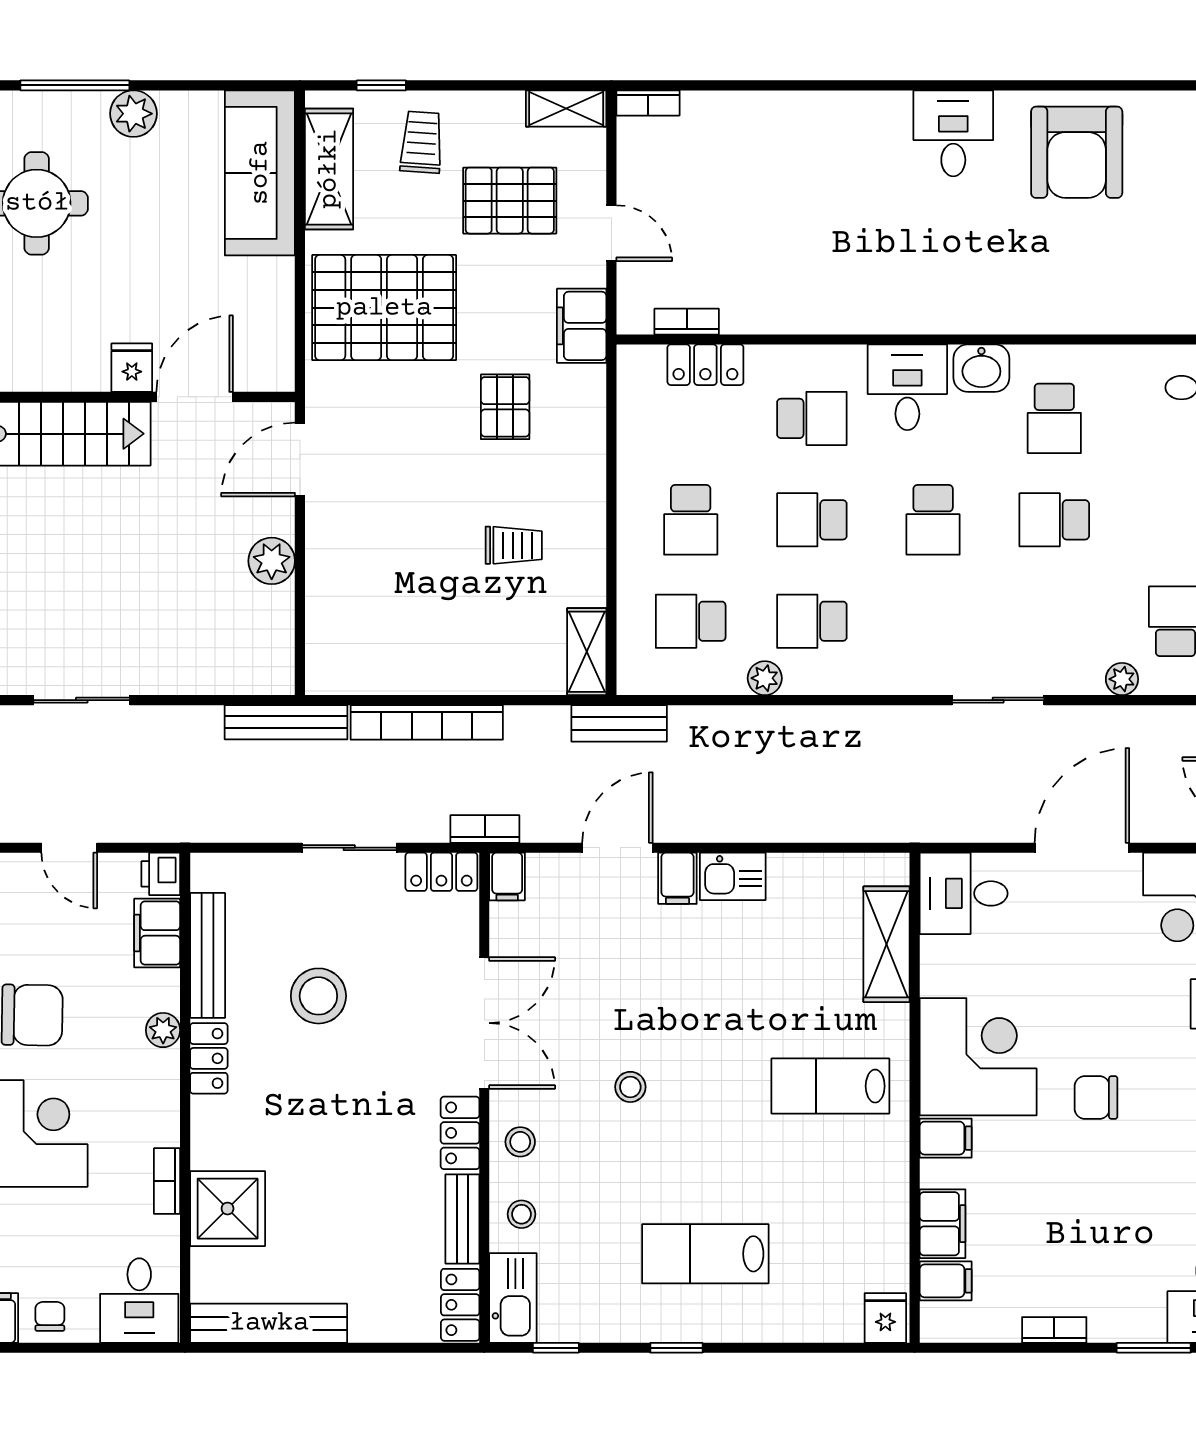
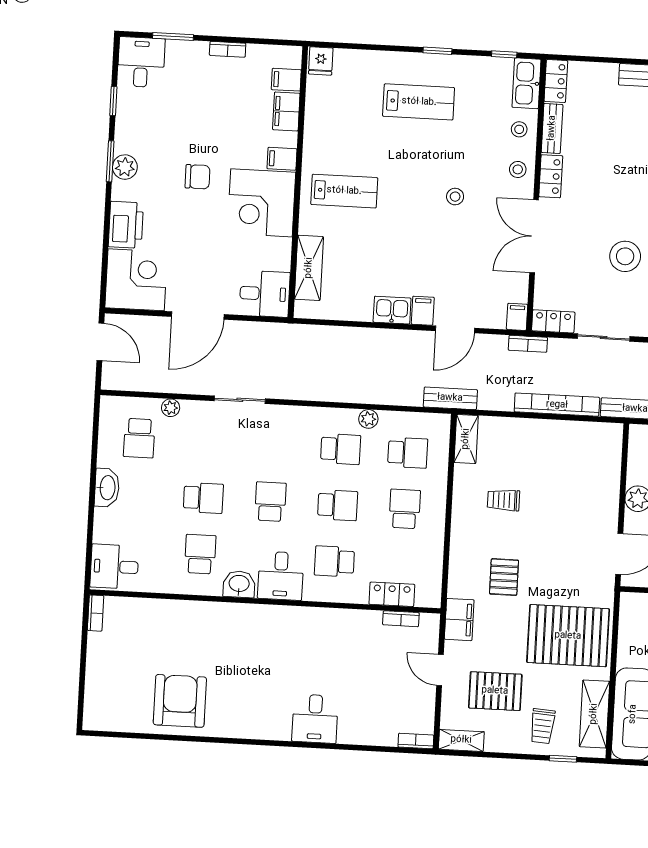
desk: (953, 133) -> (315, 719), moved

